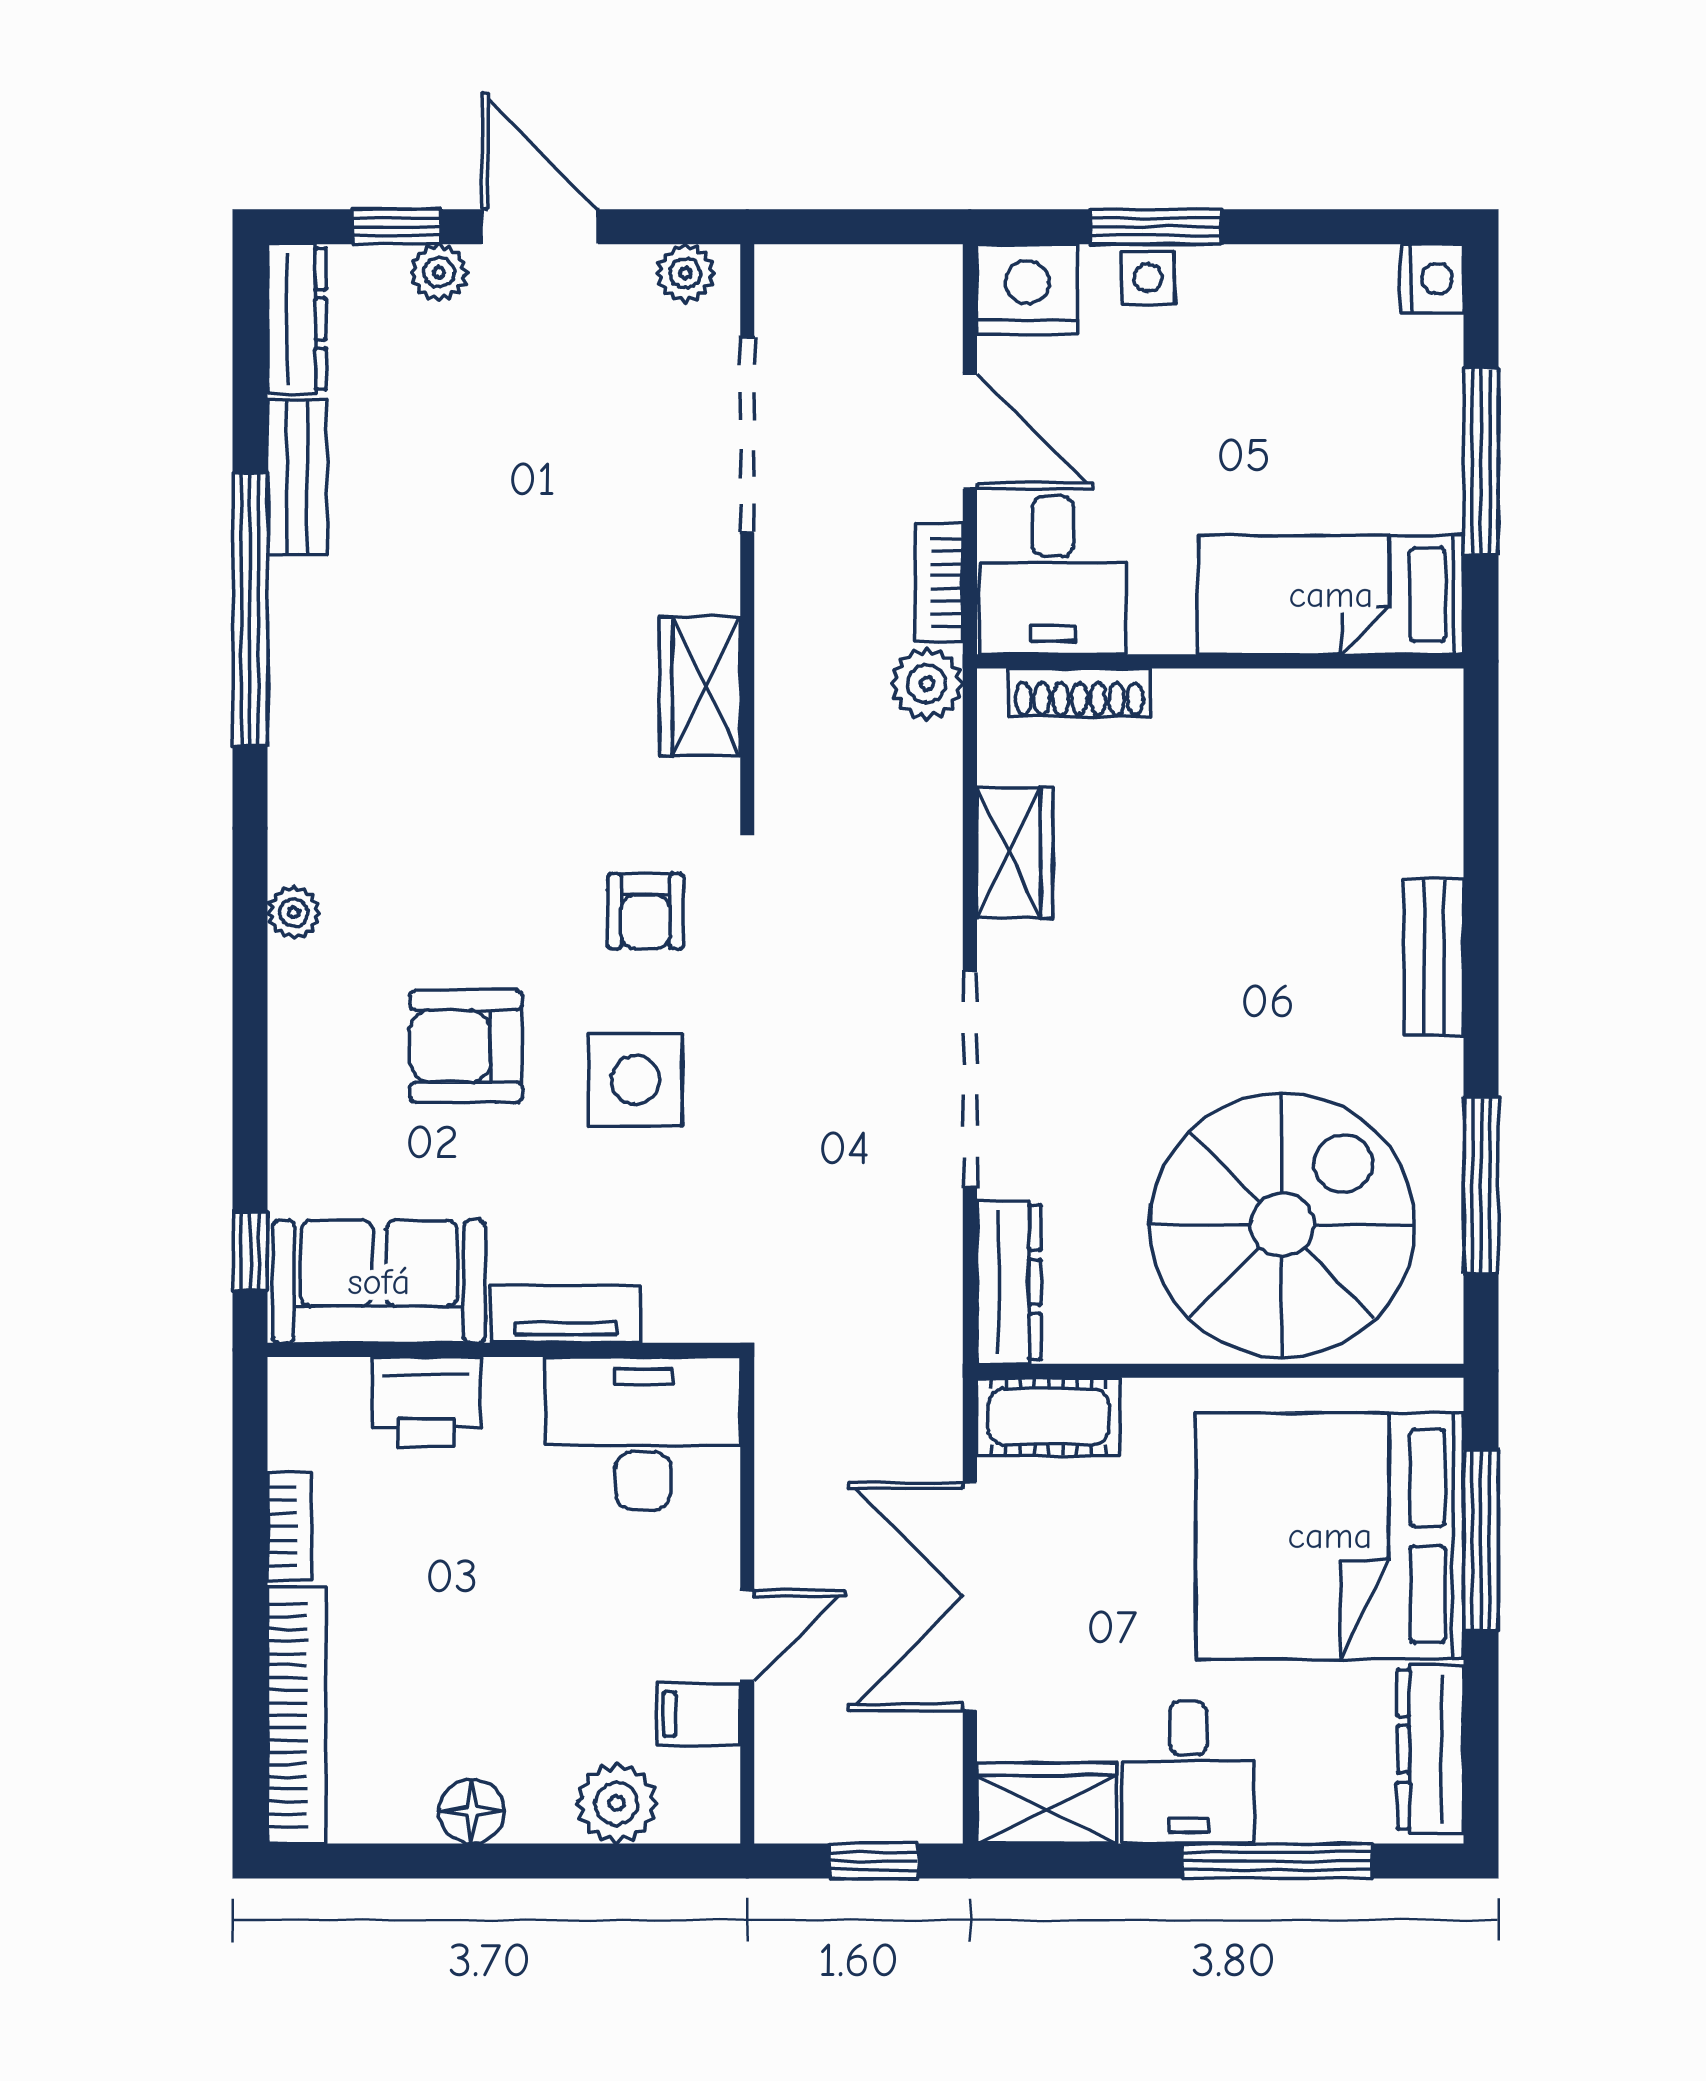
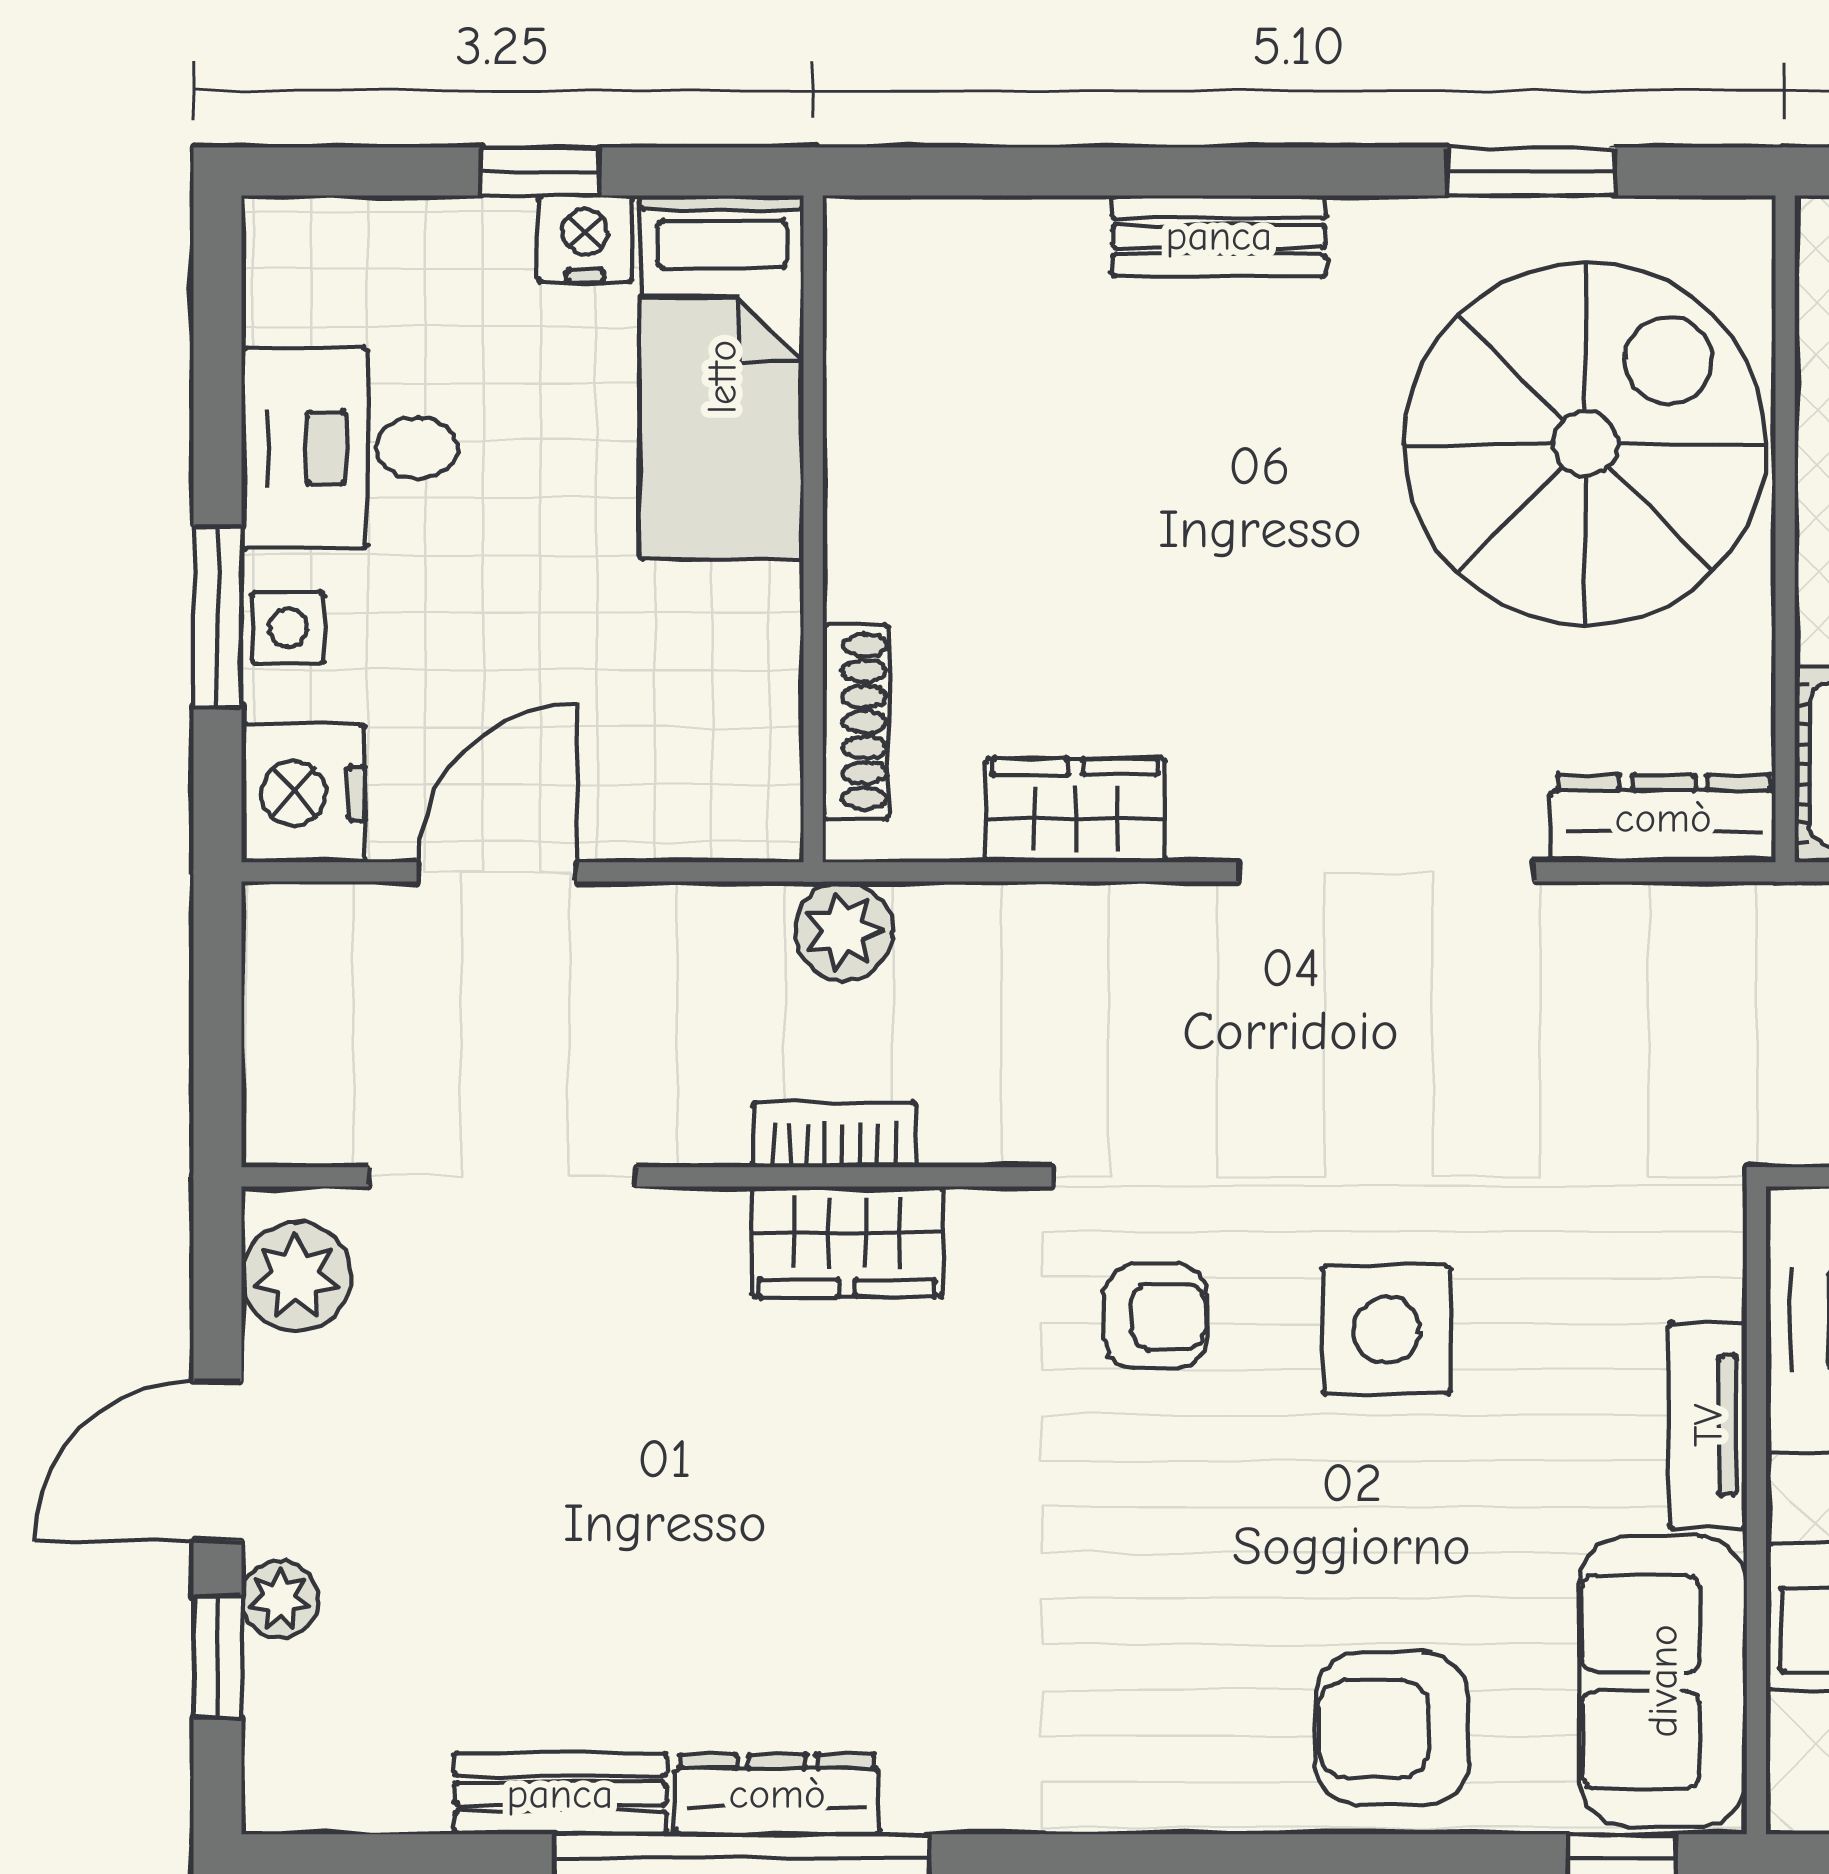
plant: (685, 273) -> (296, 1276), width x1.38, depth x1.38
nightstand: (1432, 279) -> (585, 239), moved
dresser: (297, 319) -> (777, 1794), moved
window: (1481, 462) -> (540, 172), width x0.46
desk: (1053, 575) -> (350, 448), moved, turned 180
bookcase: (939, 582) -> (834, 1135), moved, turned 180
plant: (294, 912) -> (1157, 1798), removed
armchair: (466, 1046) -> (1392, 1729), moved, turned 90
window: (1481, 1185) -> (1531, 172), width x0.69
spiral stairs: (1282, 1225) -> (1585, 444), turned 90

